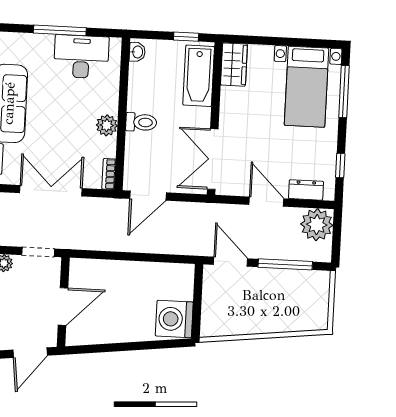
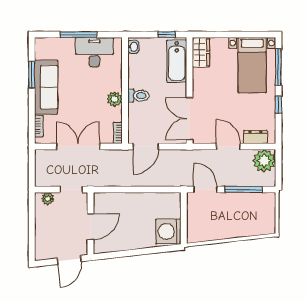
window: (340, 165) -> (278, 105), moved

